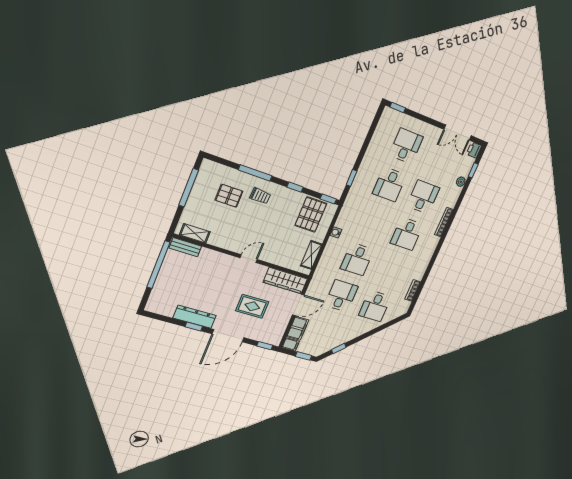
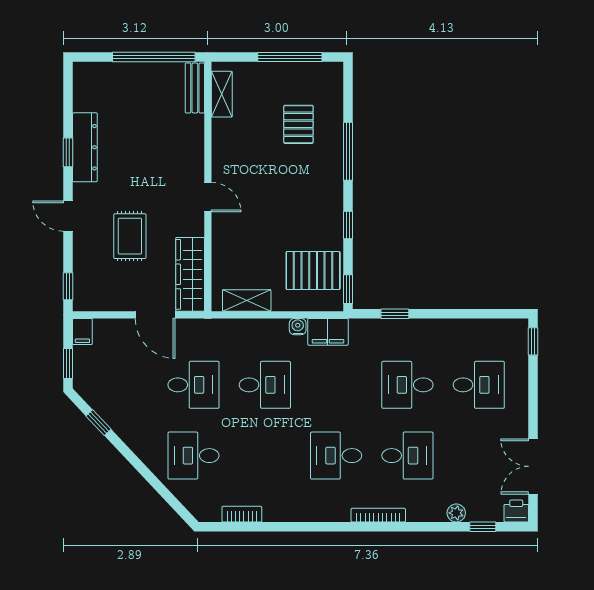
trolley: (260, 196) -> (315, 174), removed
desk: (357, 259) -> (265, 385), turned 180
filing cabinet: (298, 328) -> (328, 332), moved
door: (228, 336) -> (68, 216), width x0.53

